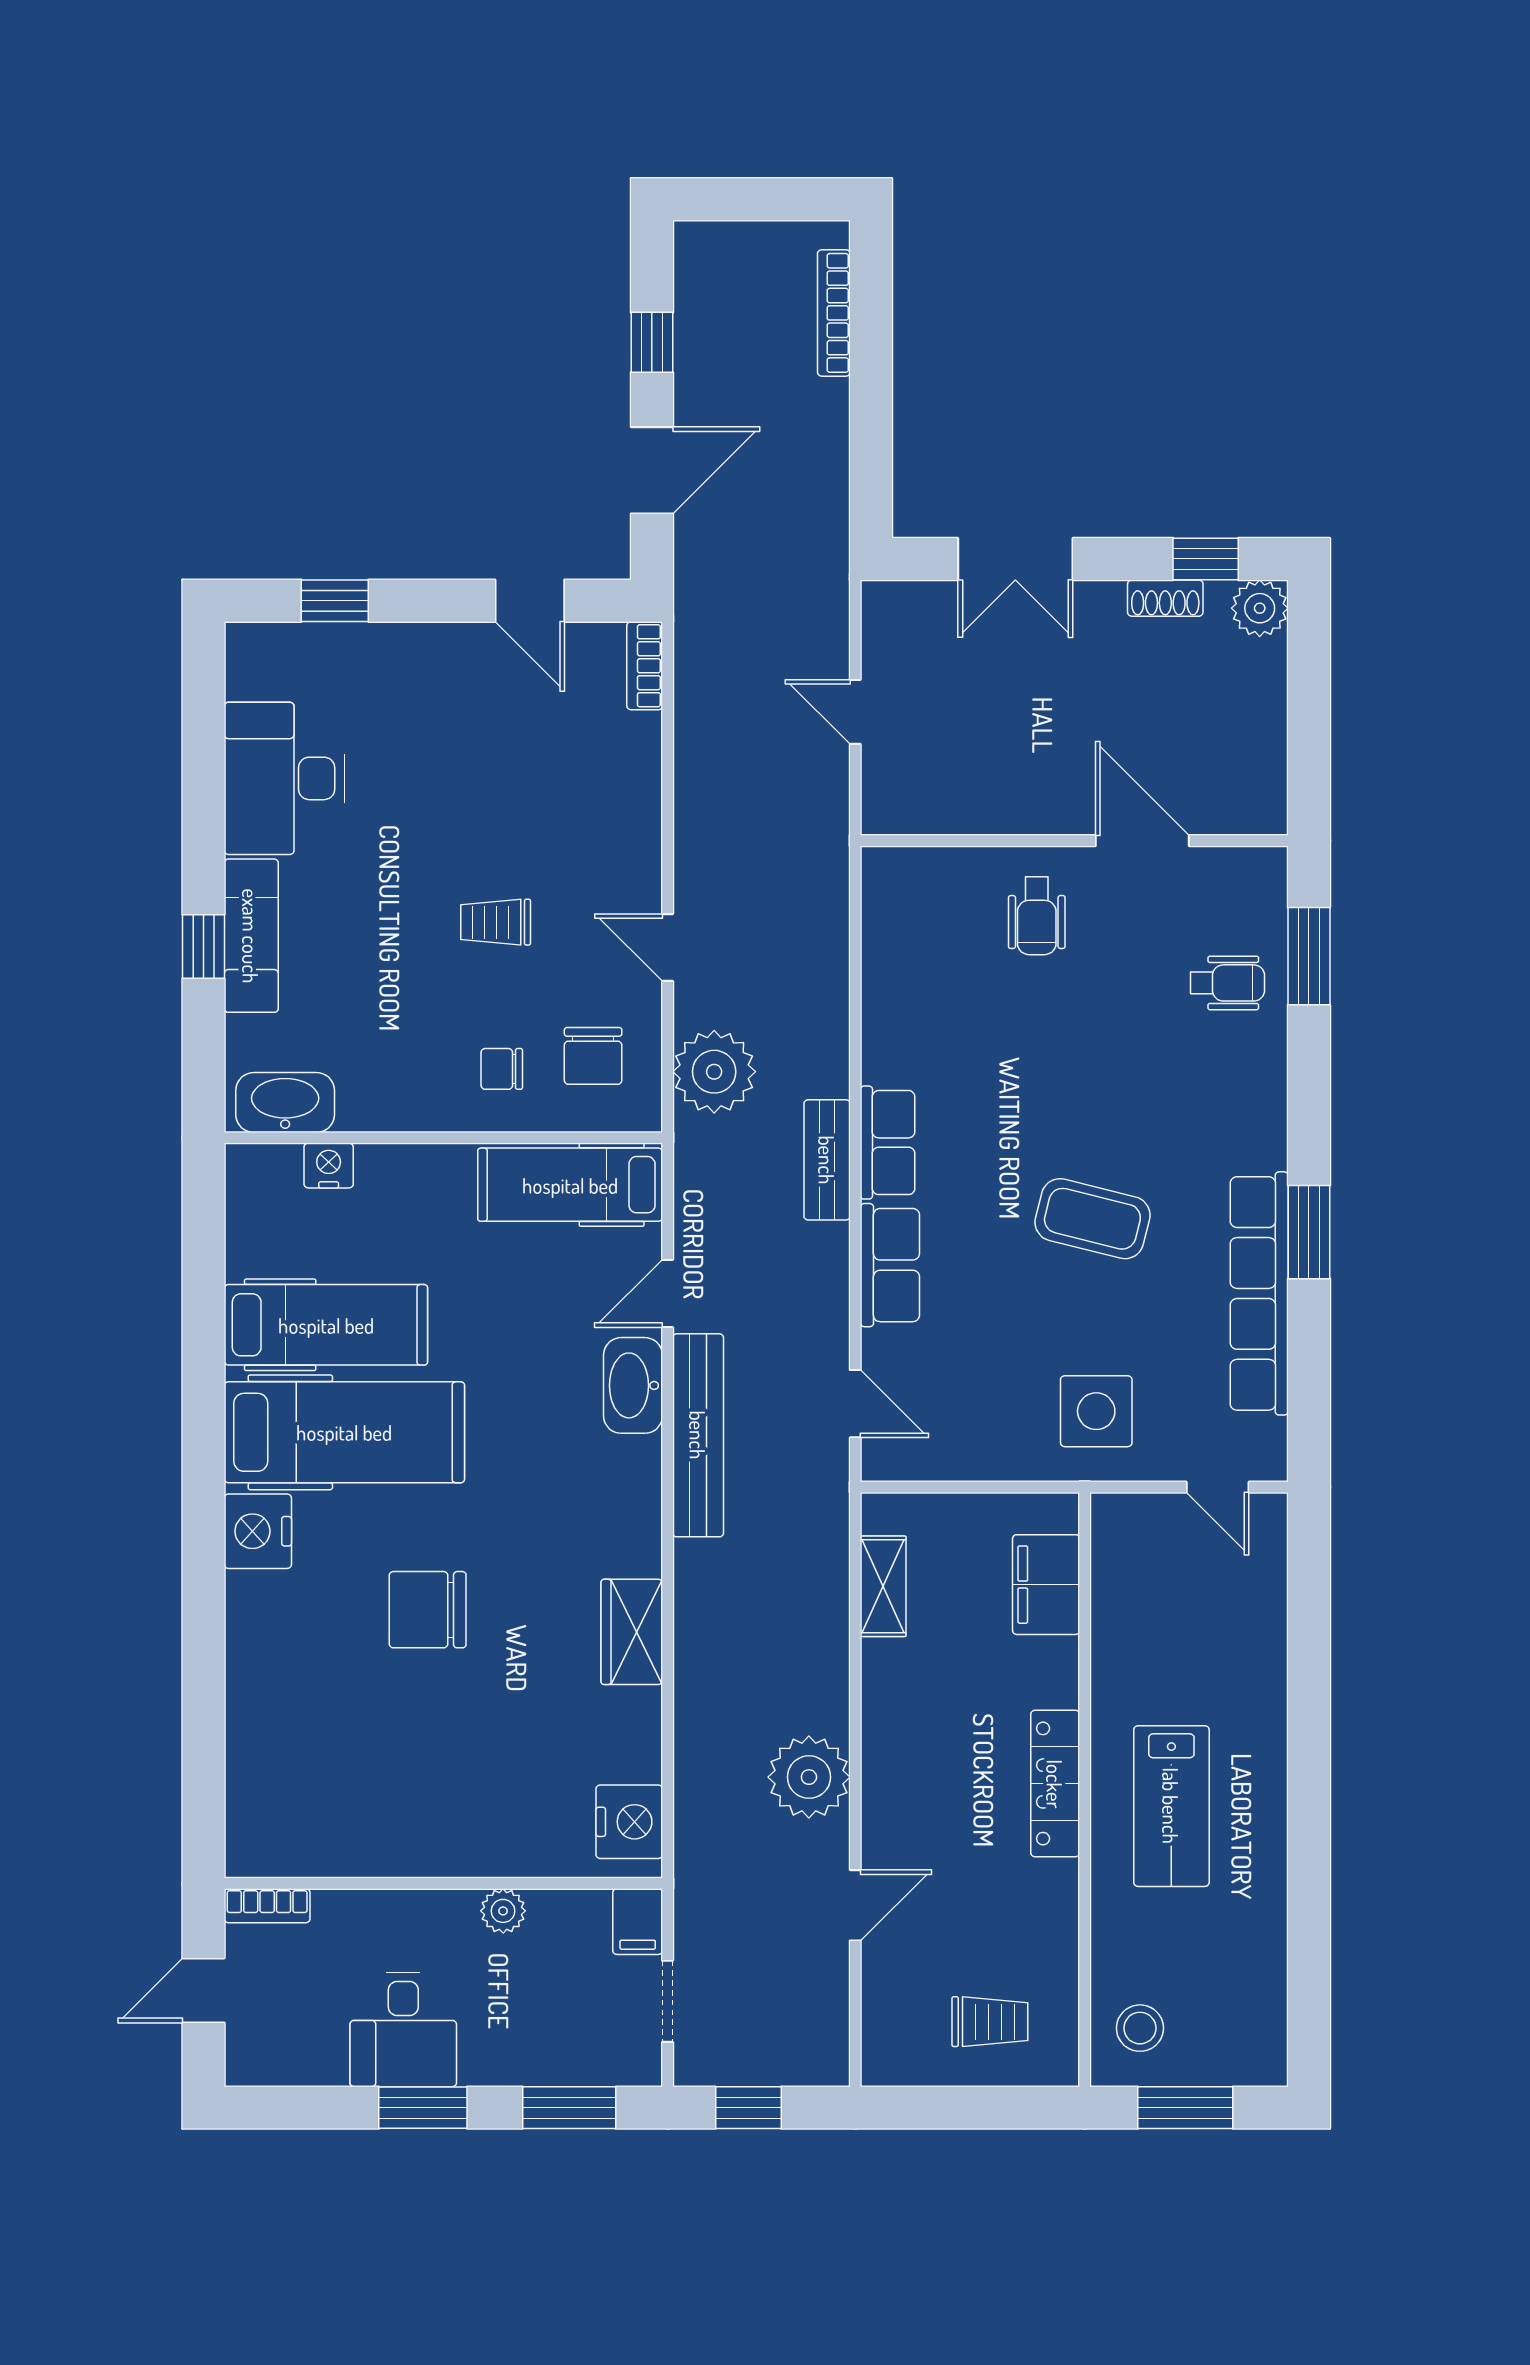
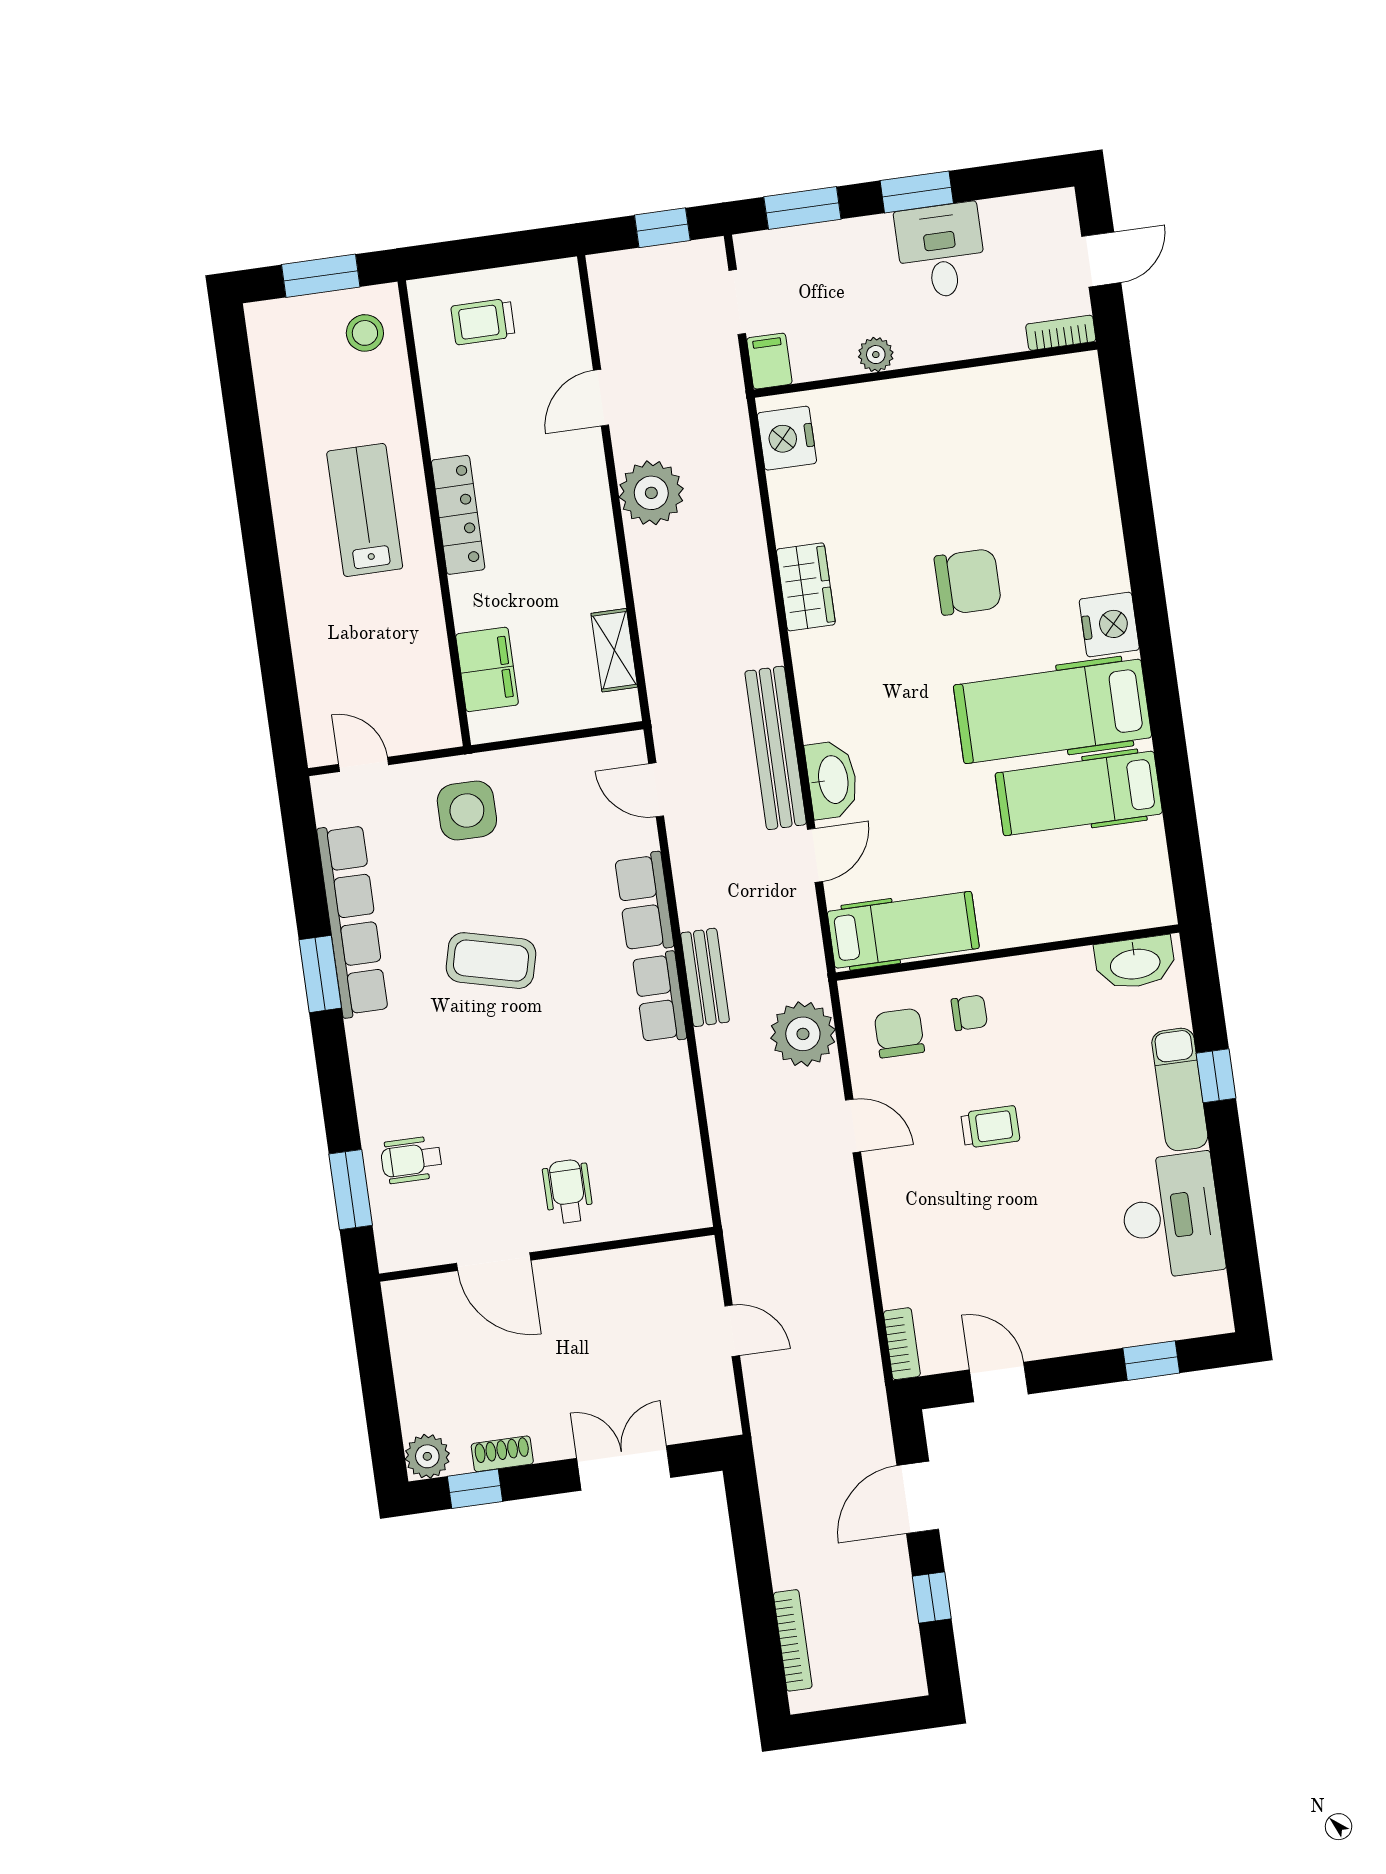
nightstand: (329, 1166) -> (1094, 918), removed

